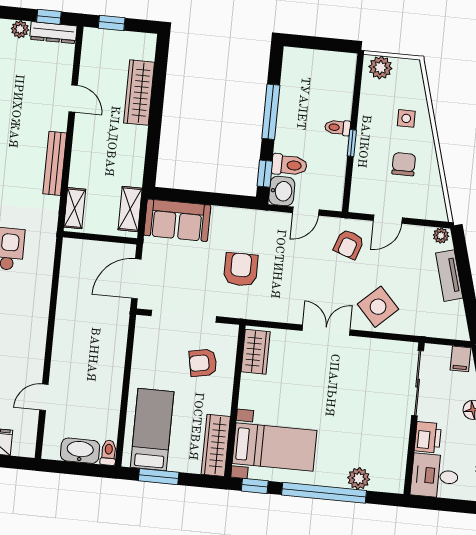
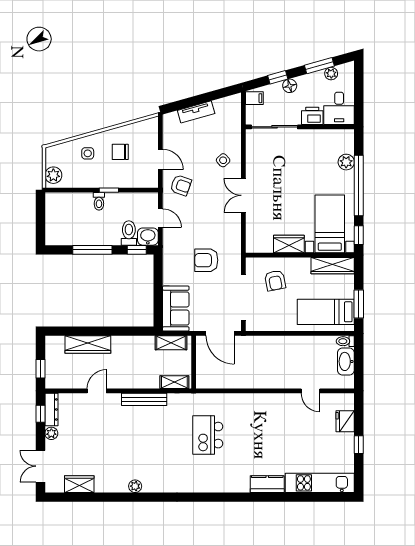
plant: (441, 236) -> (168, 121), removed
side table: (378, 307) -> (223, 160), width x0.54, depth x0.54
wardrobe: (256, 352) -> (289, 244), moved

